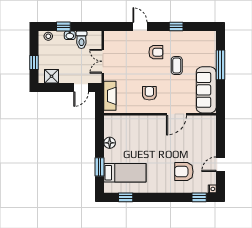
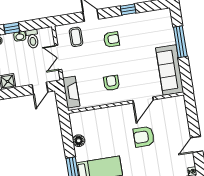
coffee table: (177, 66) -> (76, 37), moved
armchair: (184, 172) -> (144, 137), moved

